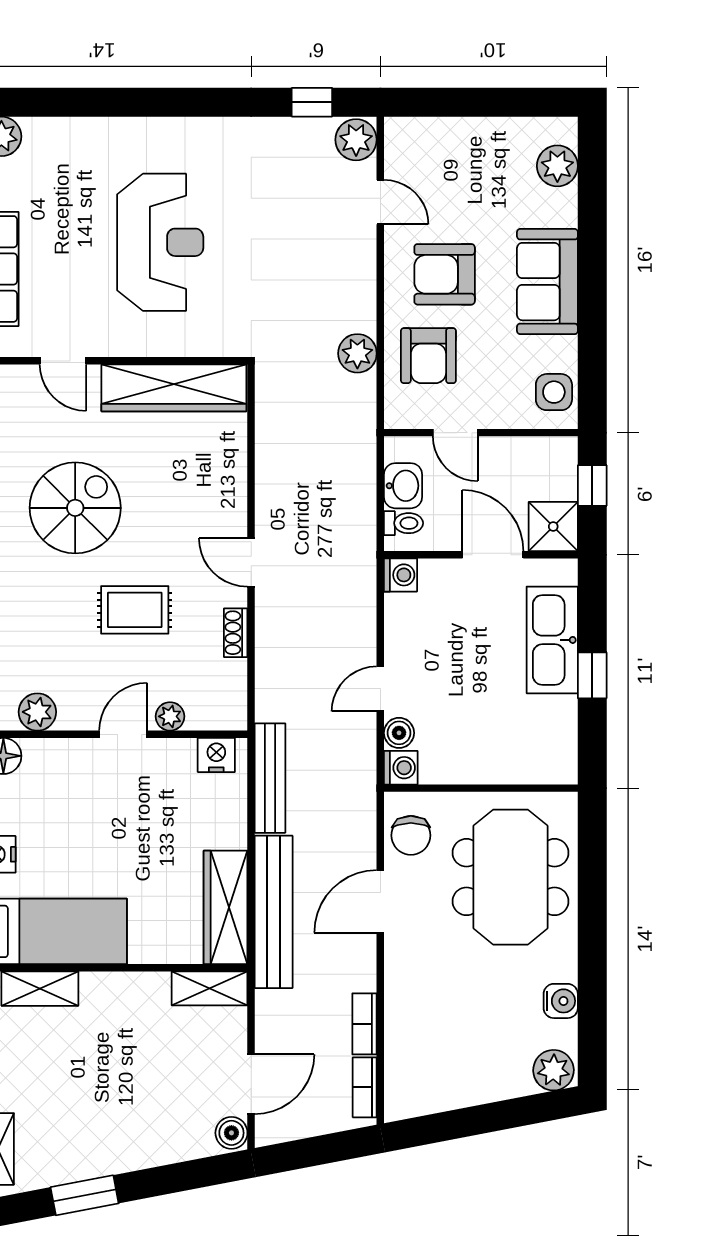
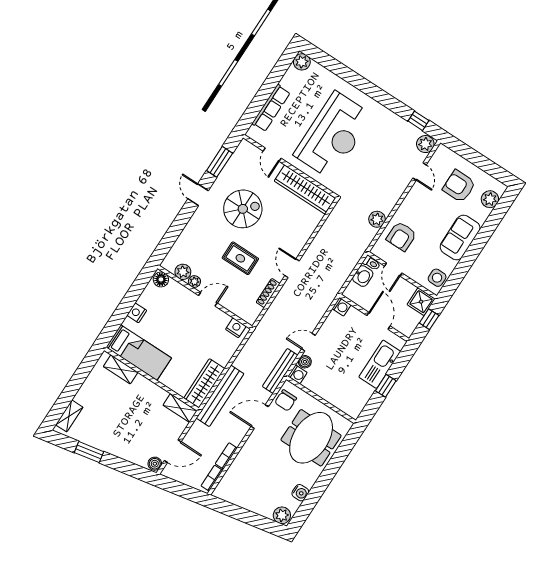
reception desk: (160, 242) -> (333, 135), width x1.36, depth x1.30
armchair: (445, 274) -> (459, 186), moved
toilet: (403, 523) -> (371, 263), moved
shower: (553, 527) -> (421, 302), moved
shoe rack: (236, 633) -> (268, 293), width x1.43
plant: (170, 716) -> (194, 282), moved
bench: (270, 778) -> (280, 371), moved

